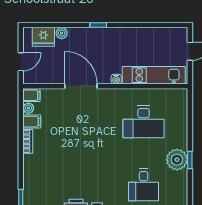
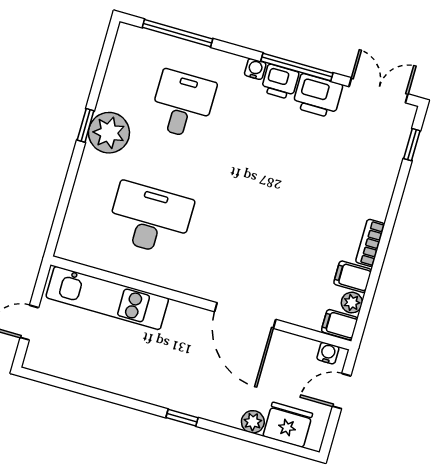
water cooler: (116, 79) -> (328, 353), moved

